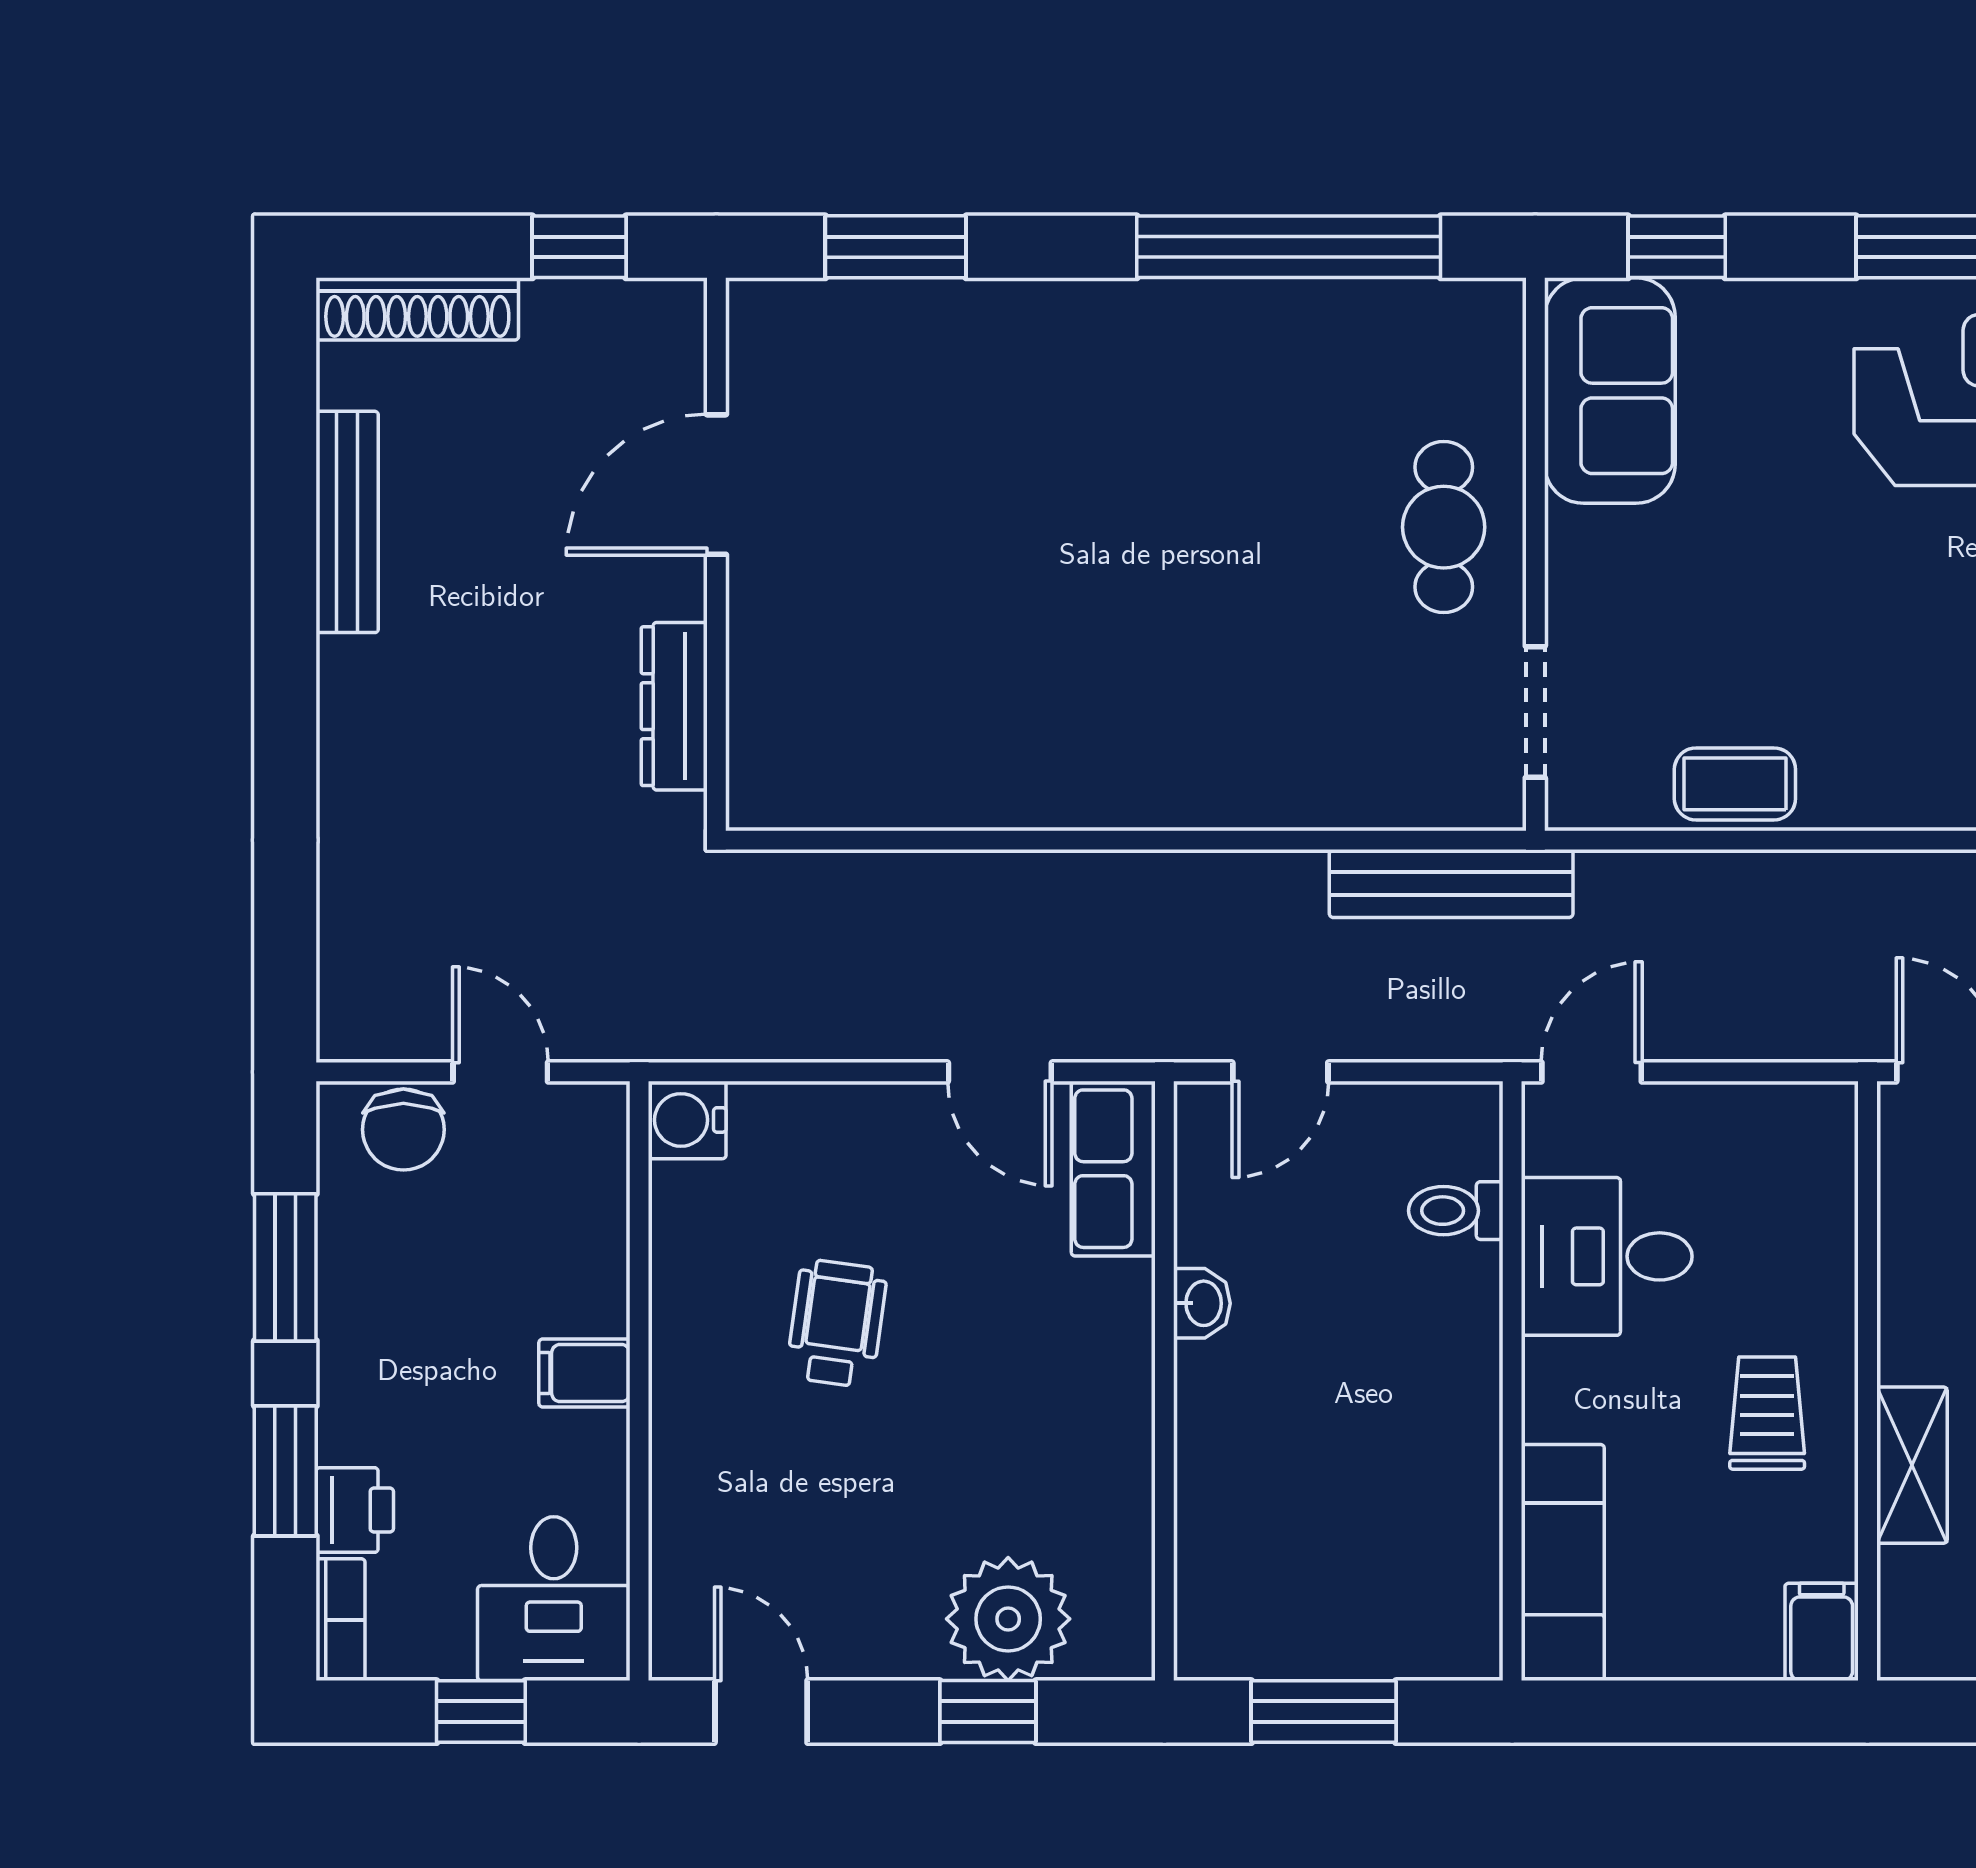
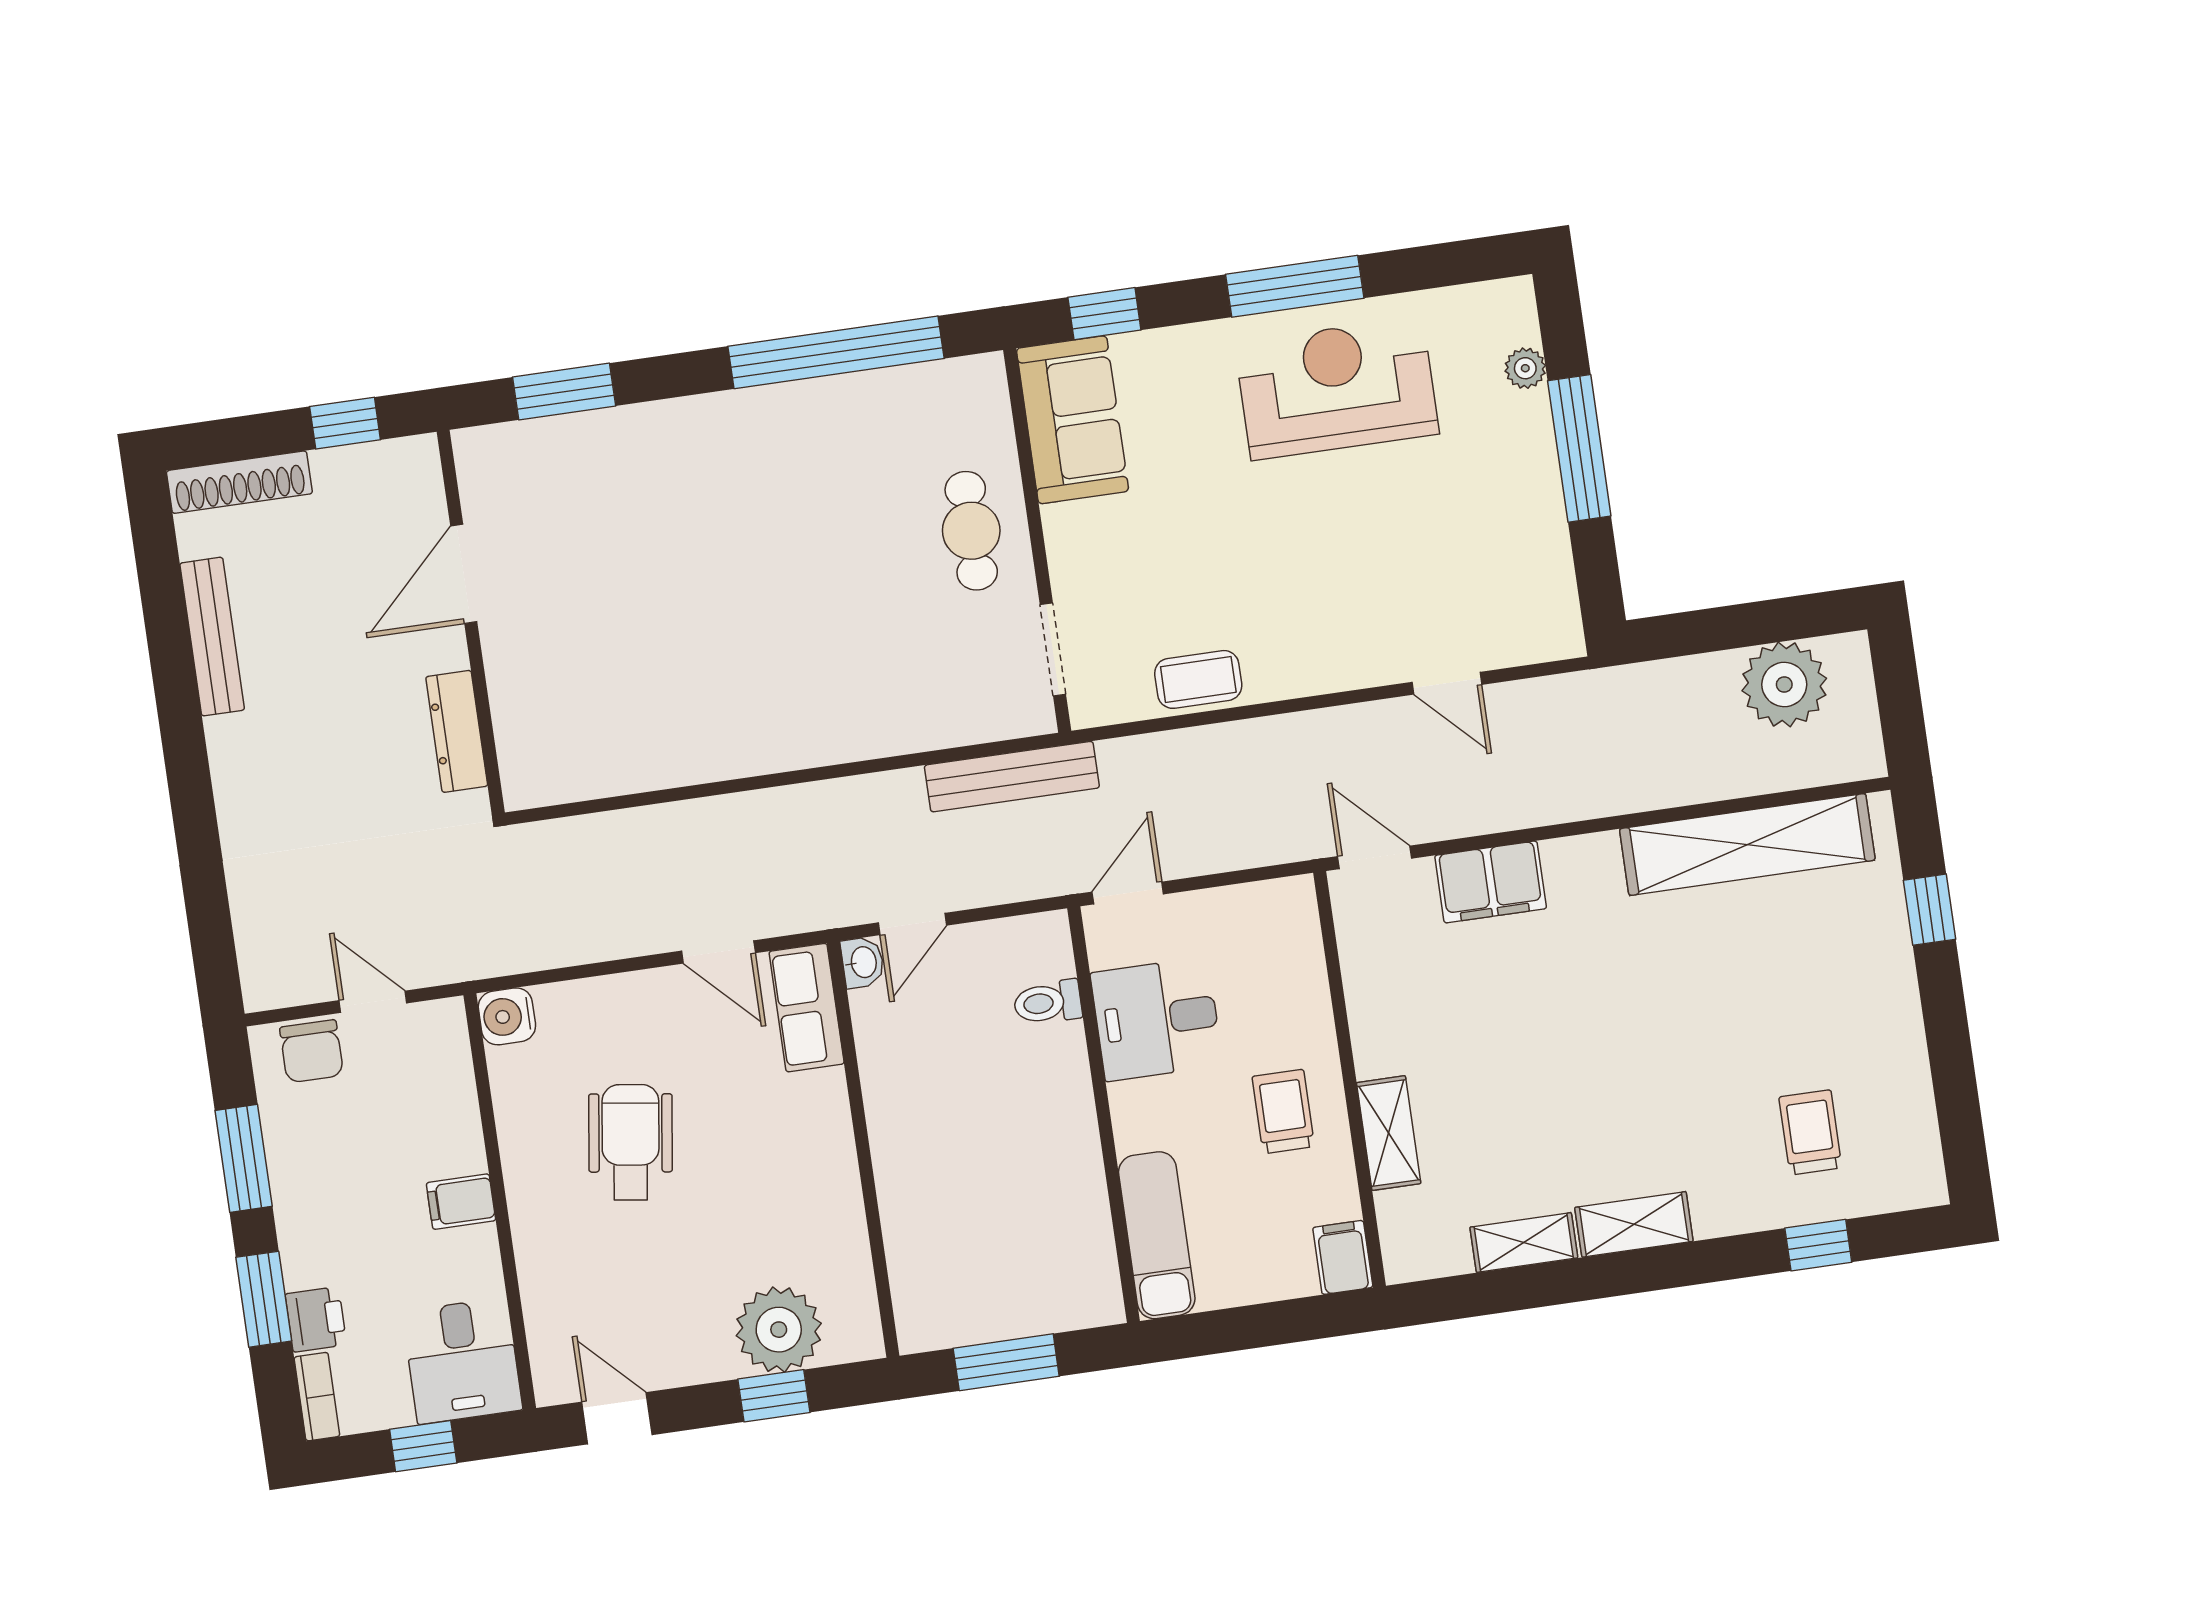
washbasin: (1202, 1303) -> (863, 962), moved
wheelchair: (837, 1323) -> (631, 1142), width x1.36, depth x1.37

